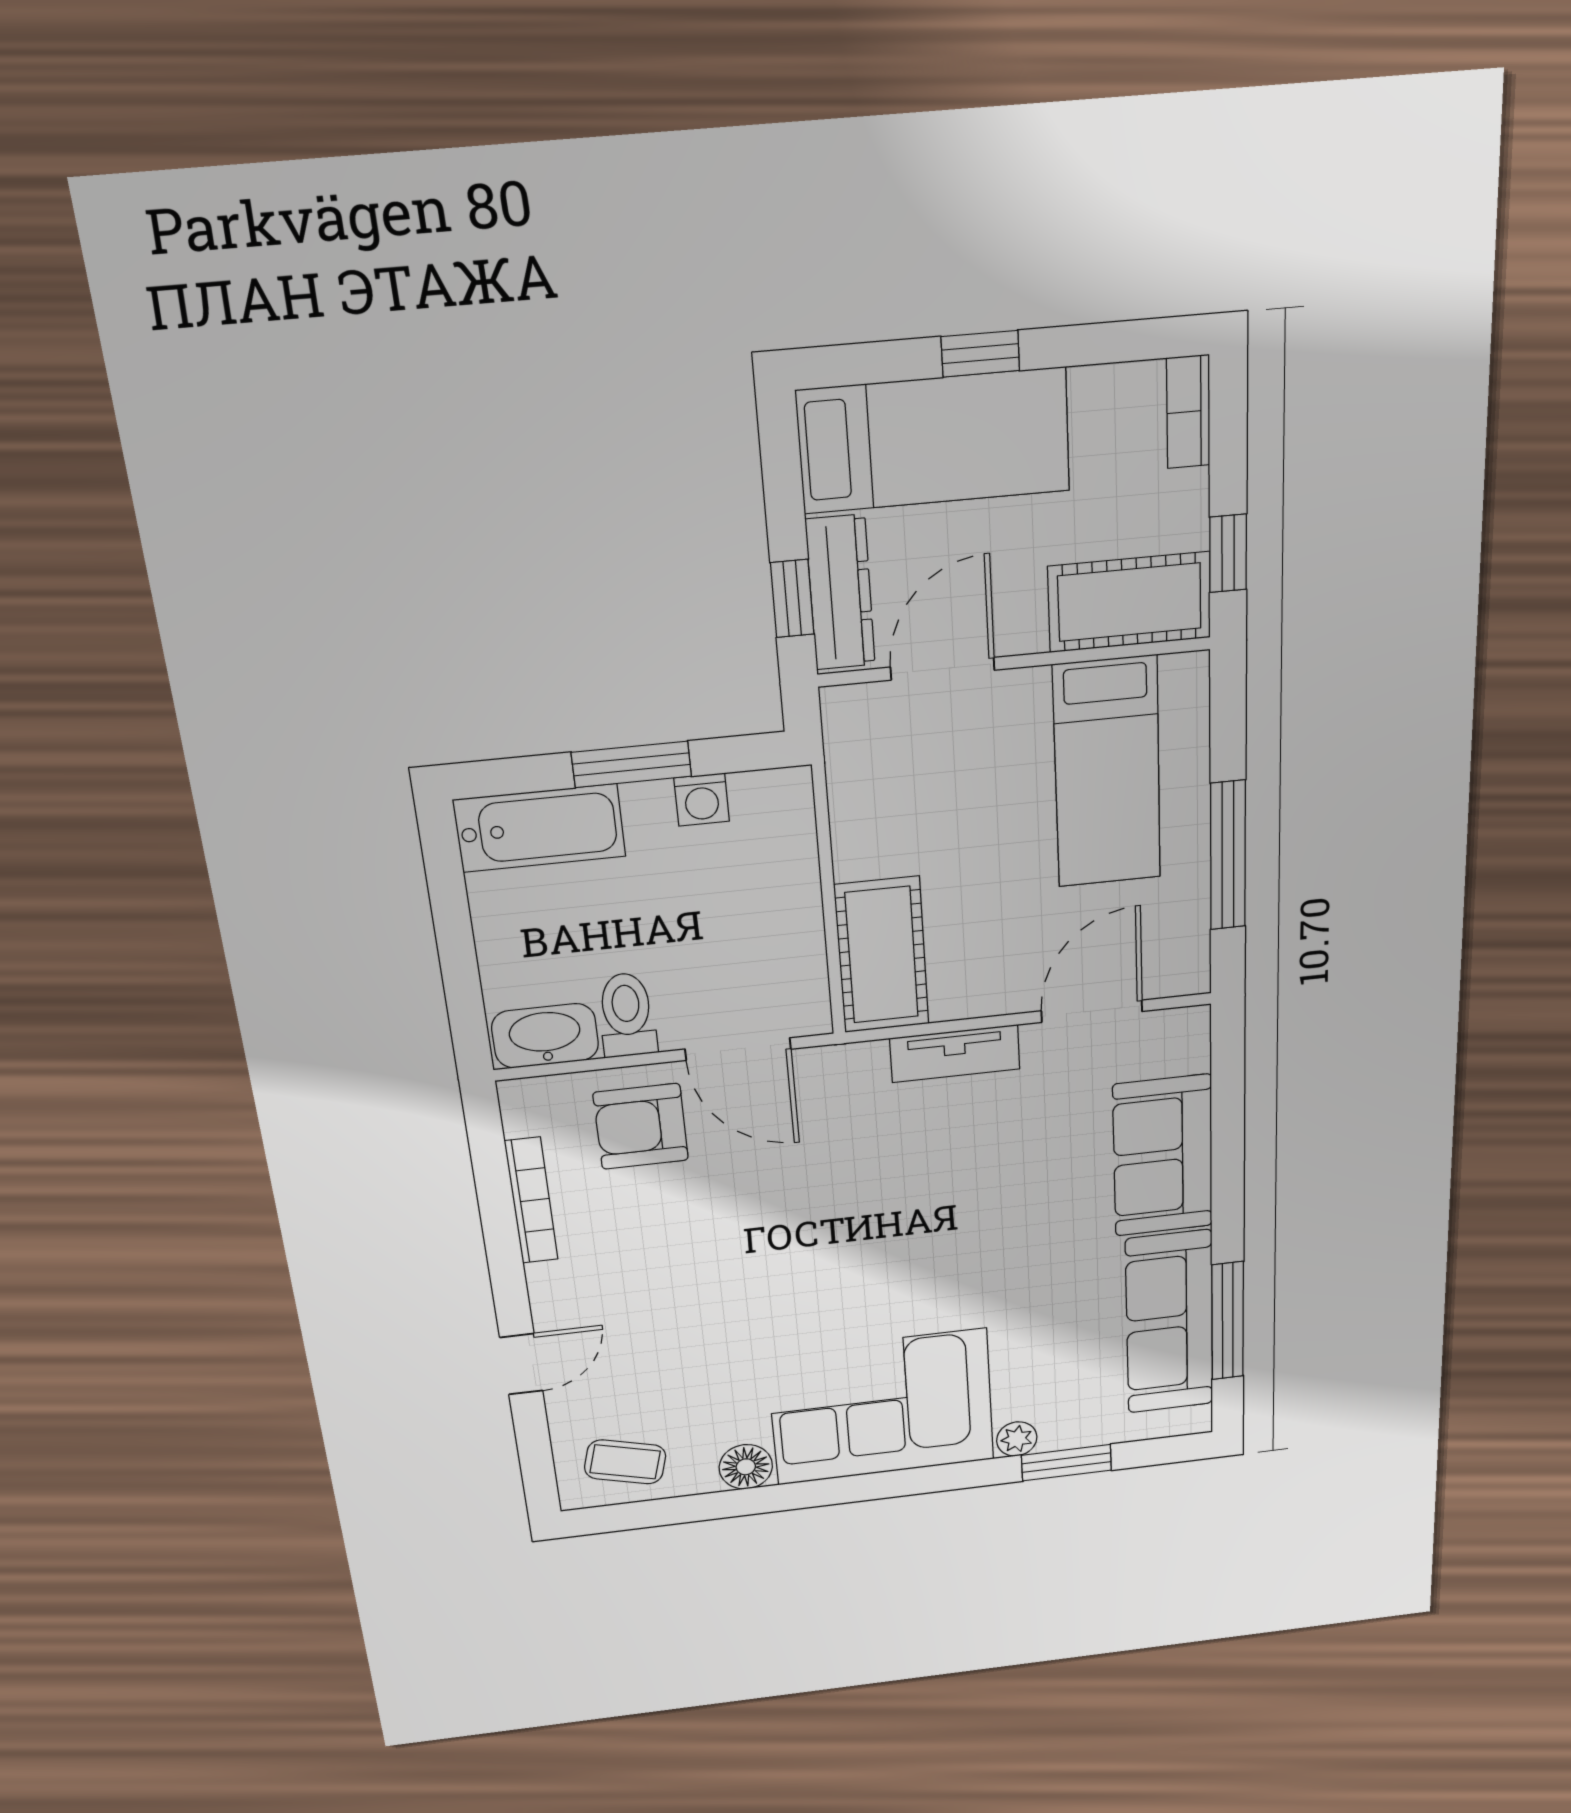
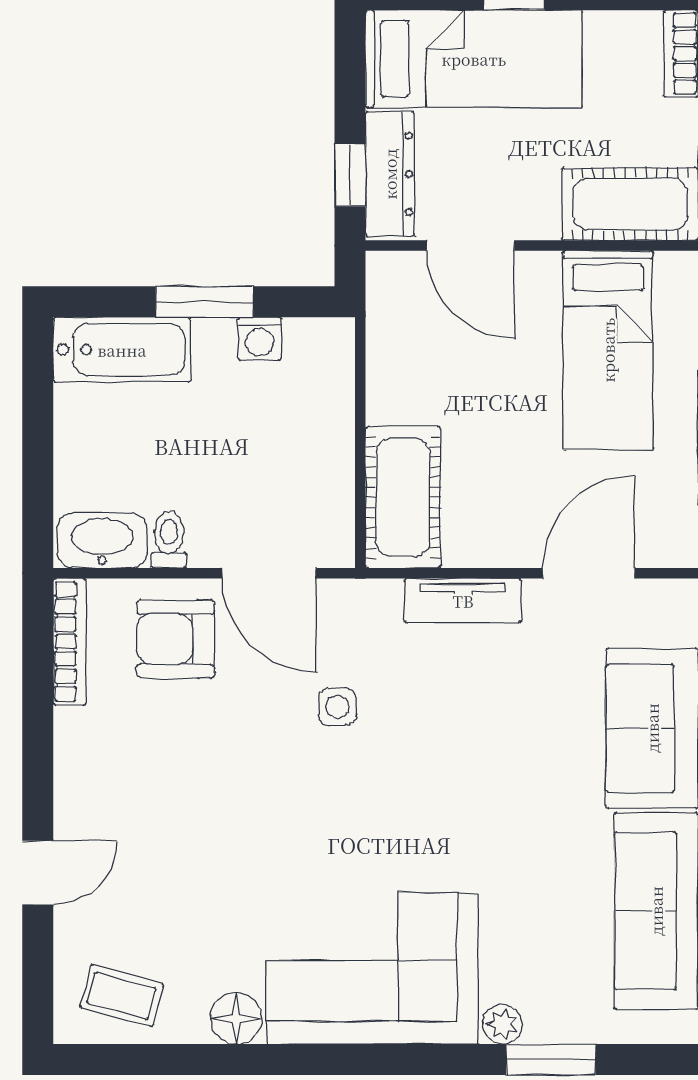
door: (943, 669) -> (471, 246), swing flipped
toilet: (627, 1015) -> (169, 540), width x0.73, depth x0.72
side table: (825, 1173) -> (337, 707), added
bookcase: (531, 1200) -> (69, 642), moved

